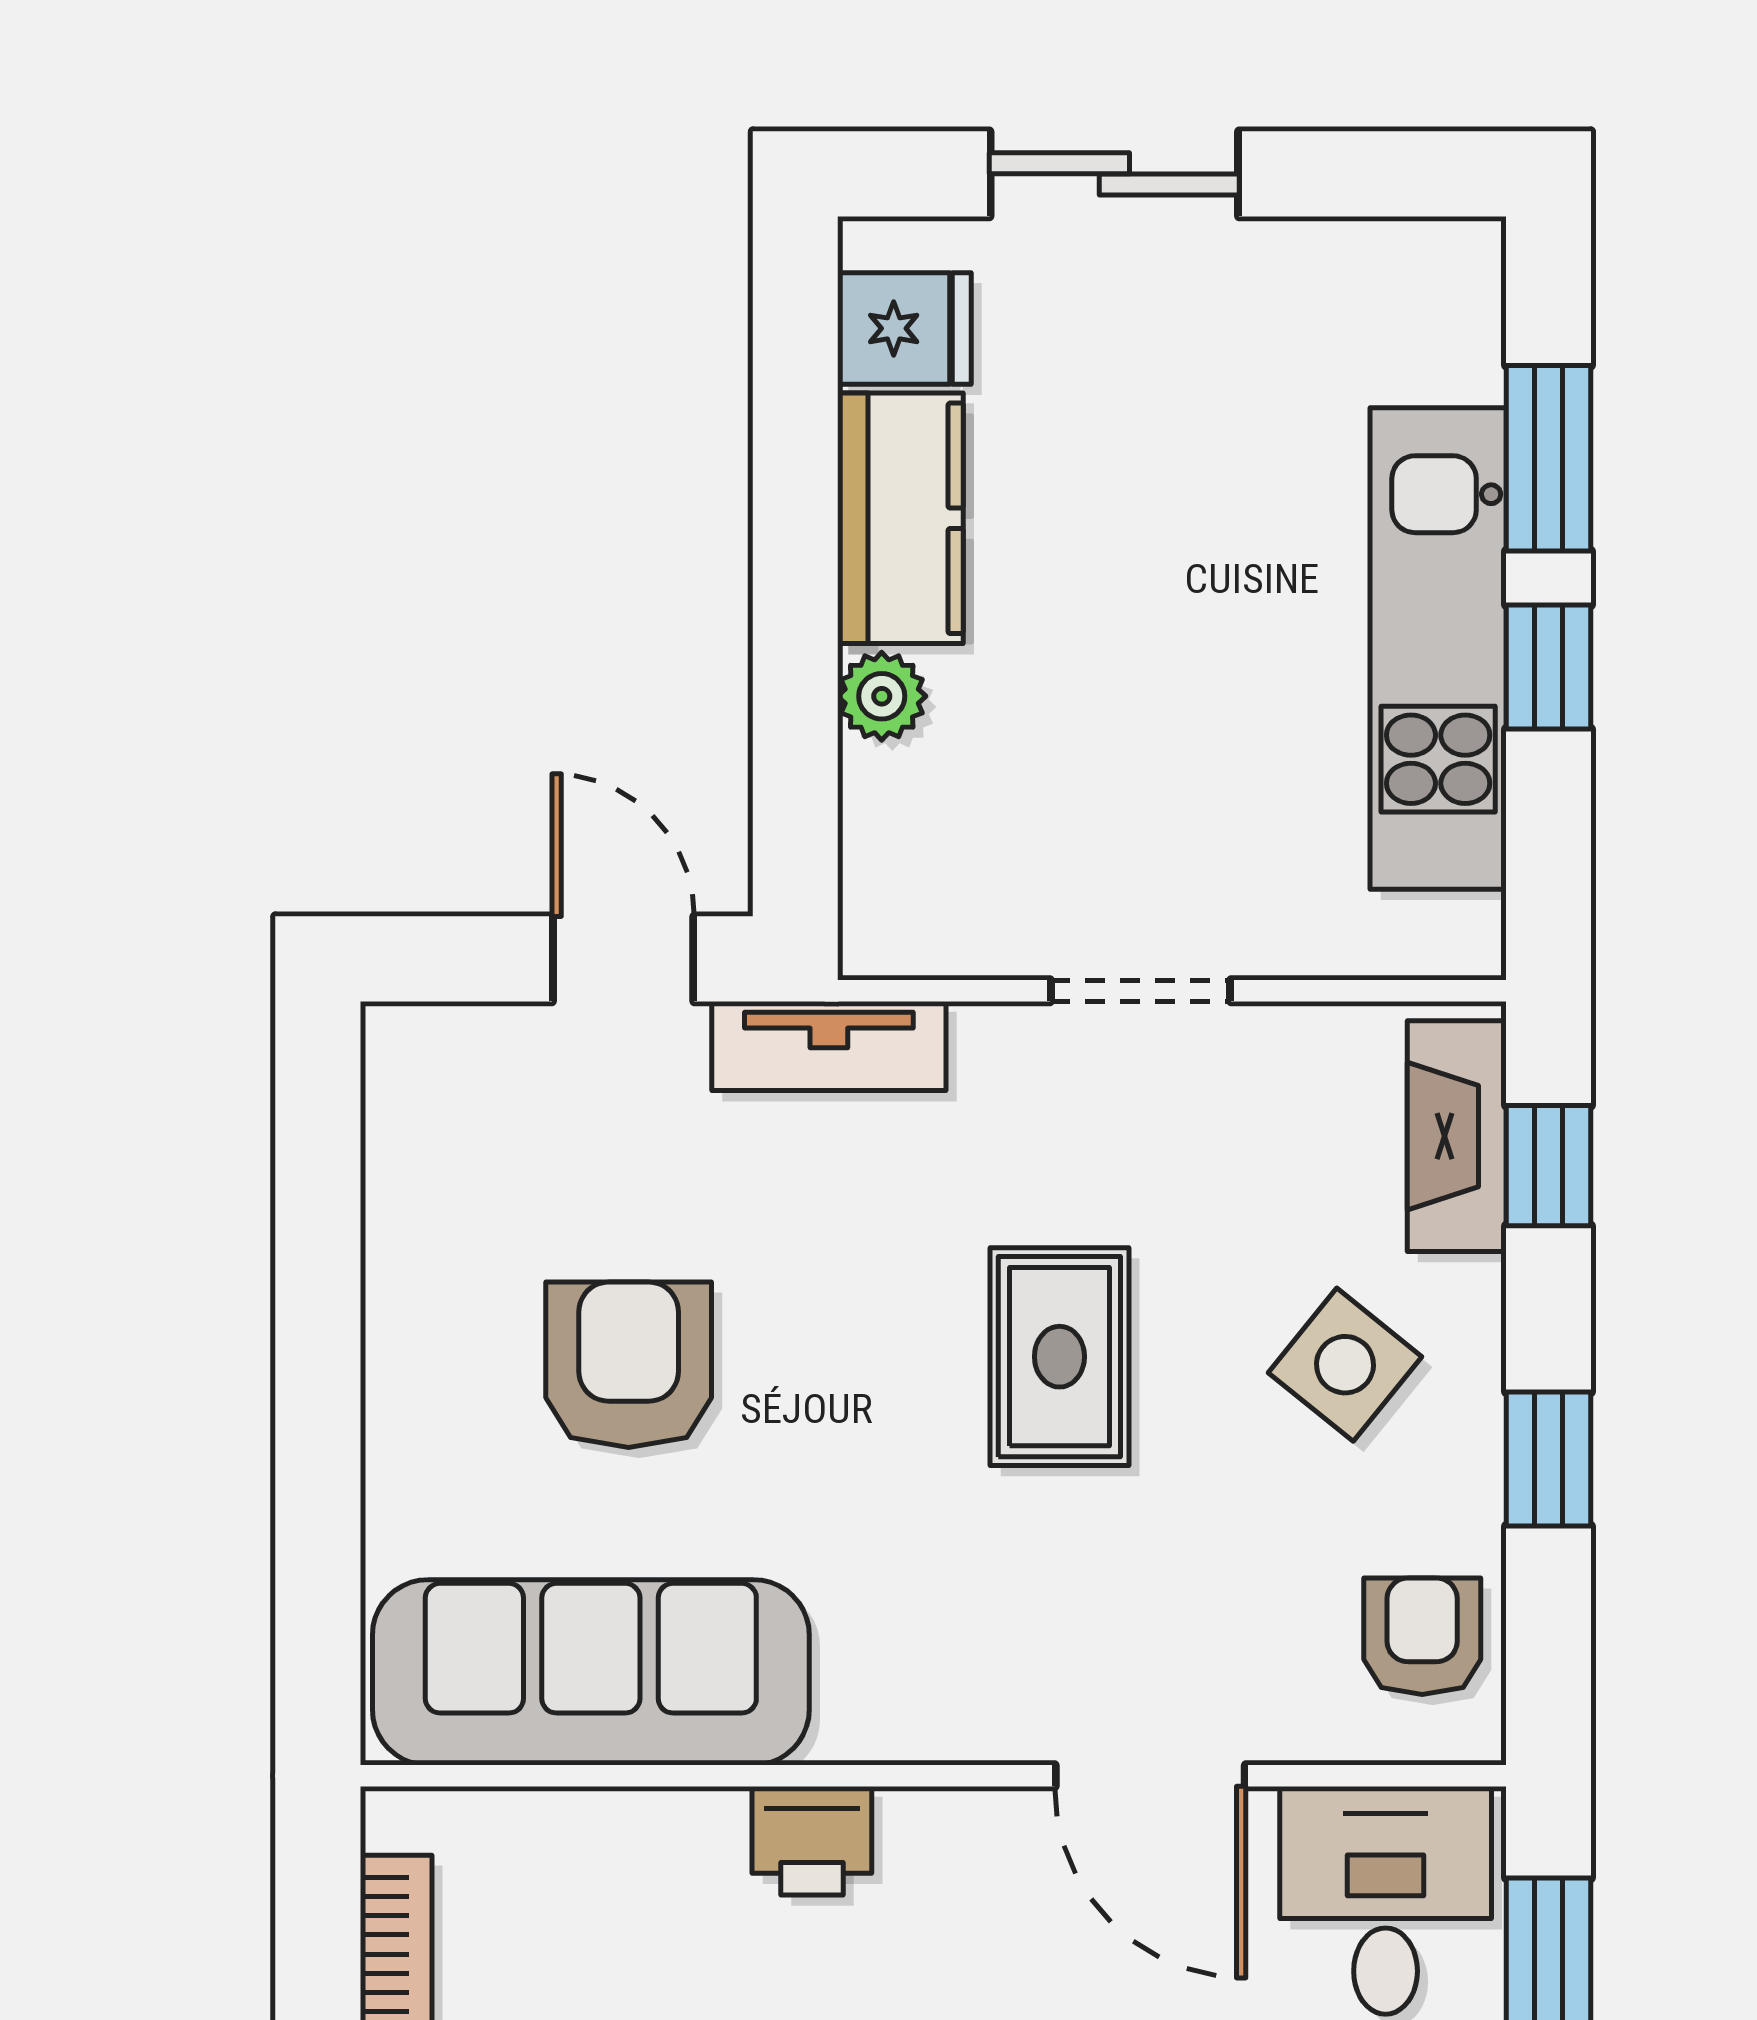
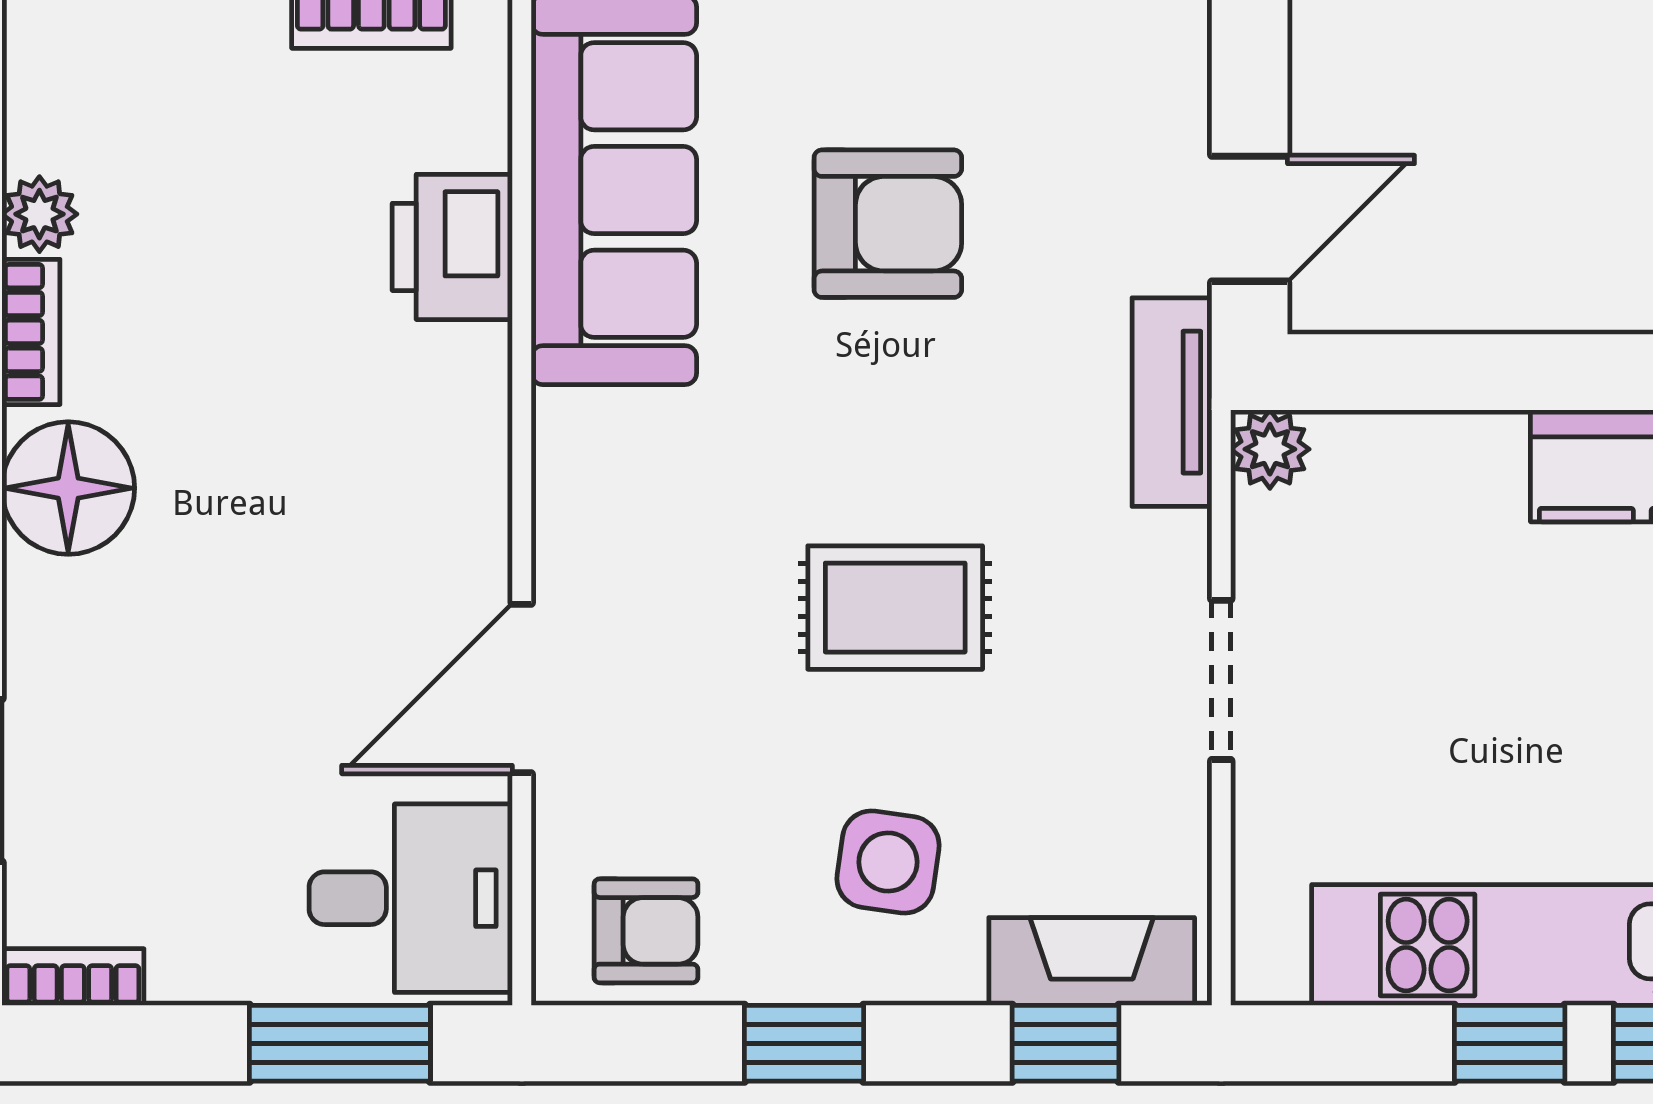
plant: (882, 696) -> (1270, 449), moved
side table: (1345, 1365) -> (888, 862), turned -31
printer: (812, 1841) -> (452, 247), moved, width x1.36, depth x1.24

